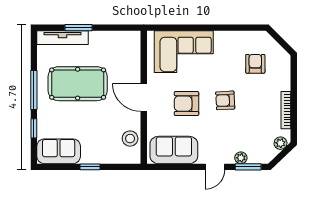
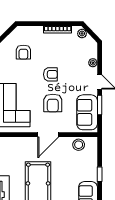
armchair: (255, 64) -> (23, 52), turned -90
armchair: (225, 100) -> (50, 74), turned -87
window: (248, 167) -> (100, 105), moved

